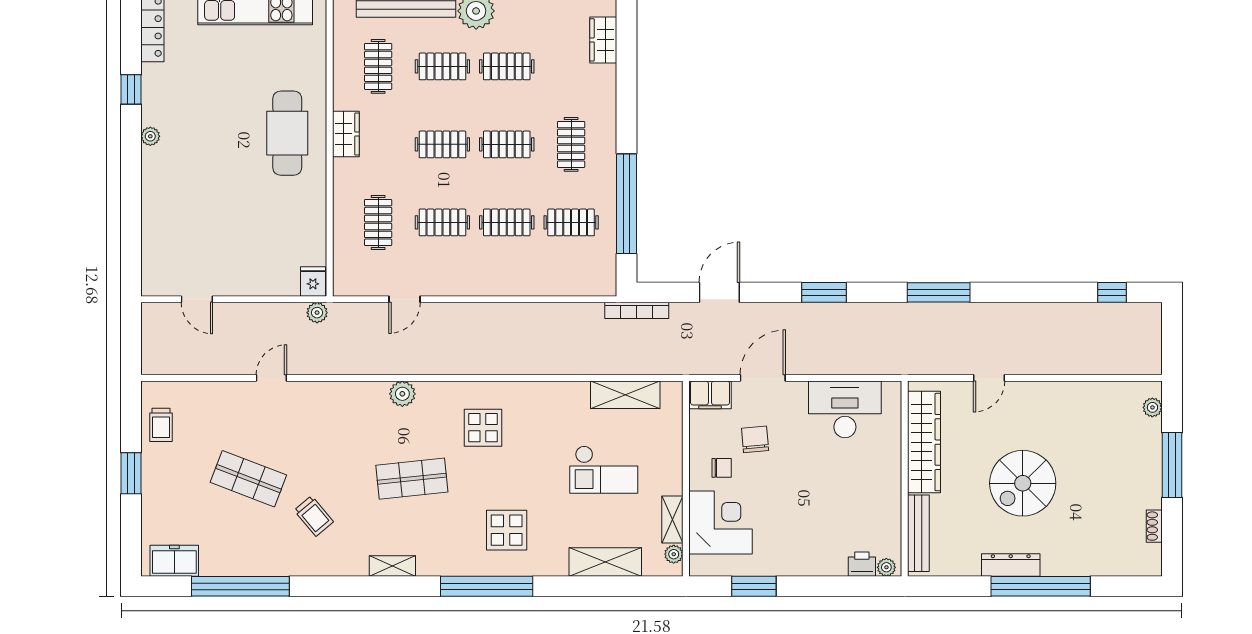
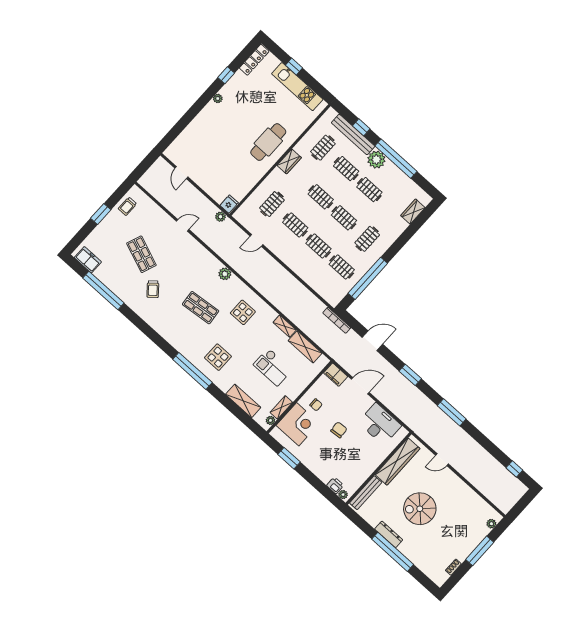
chair: (755, 439) -> (339, 430), moved
shelving: (392, 566) -> (285, 326), moved

